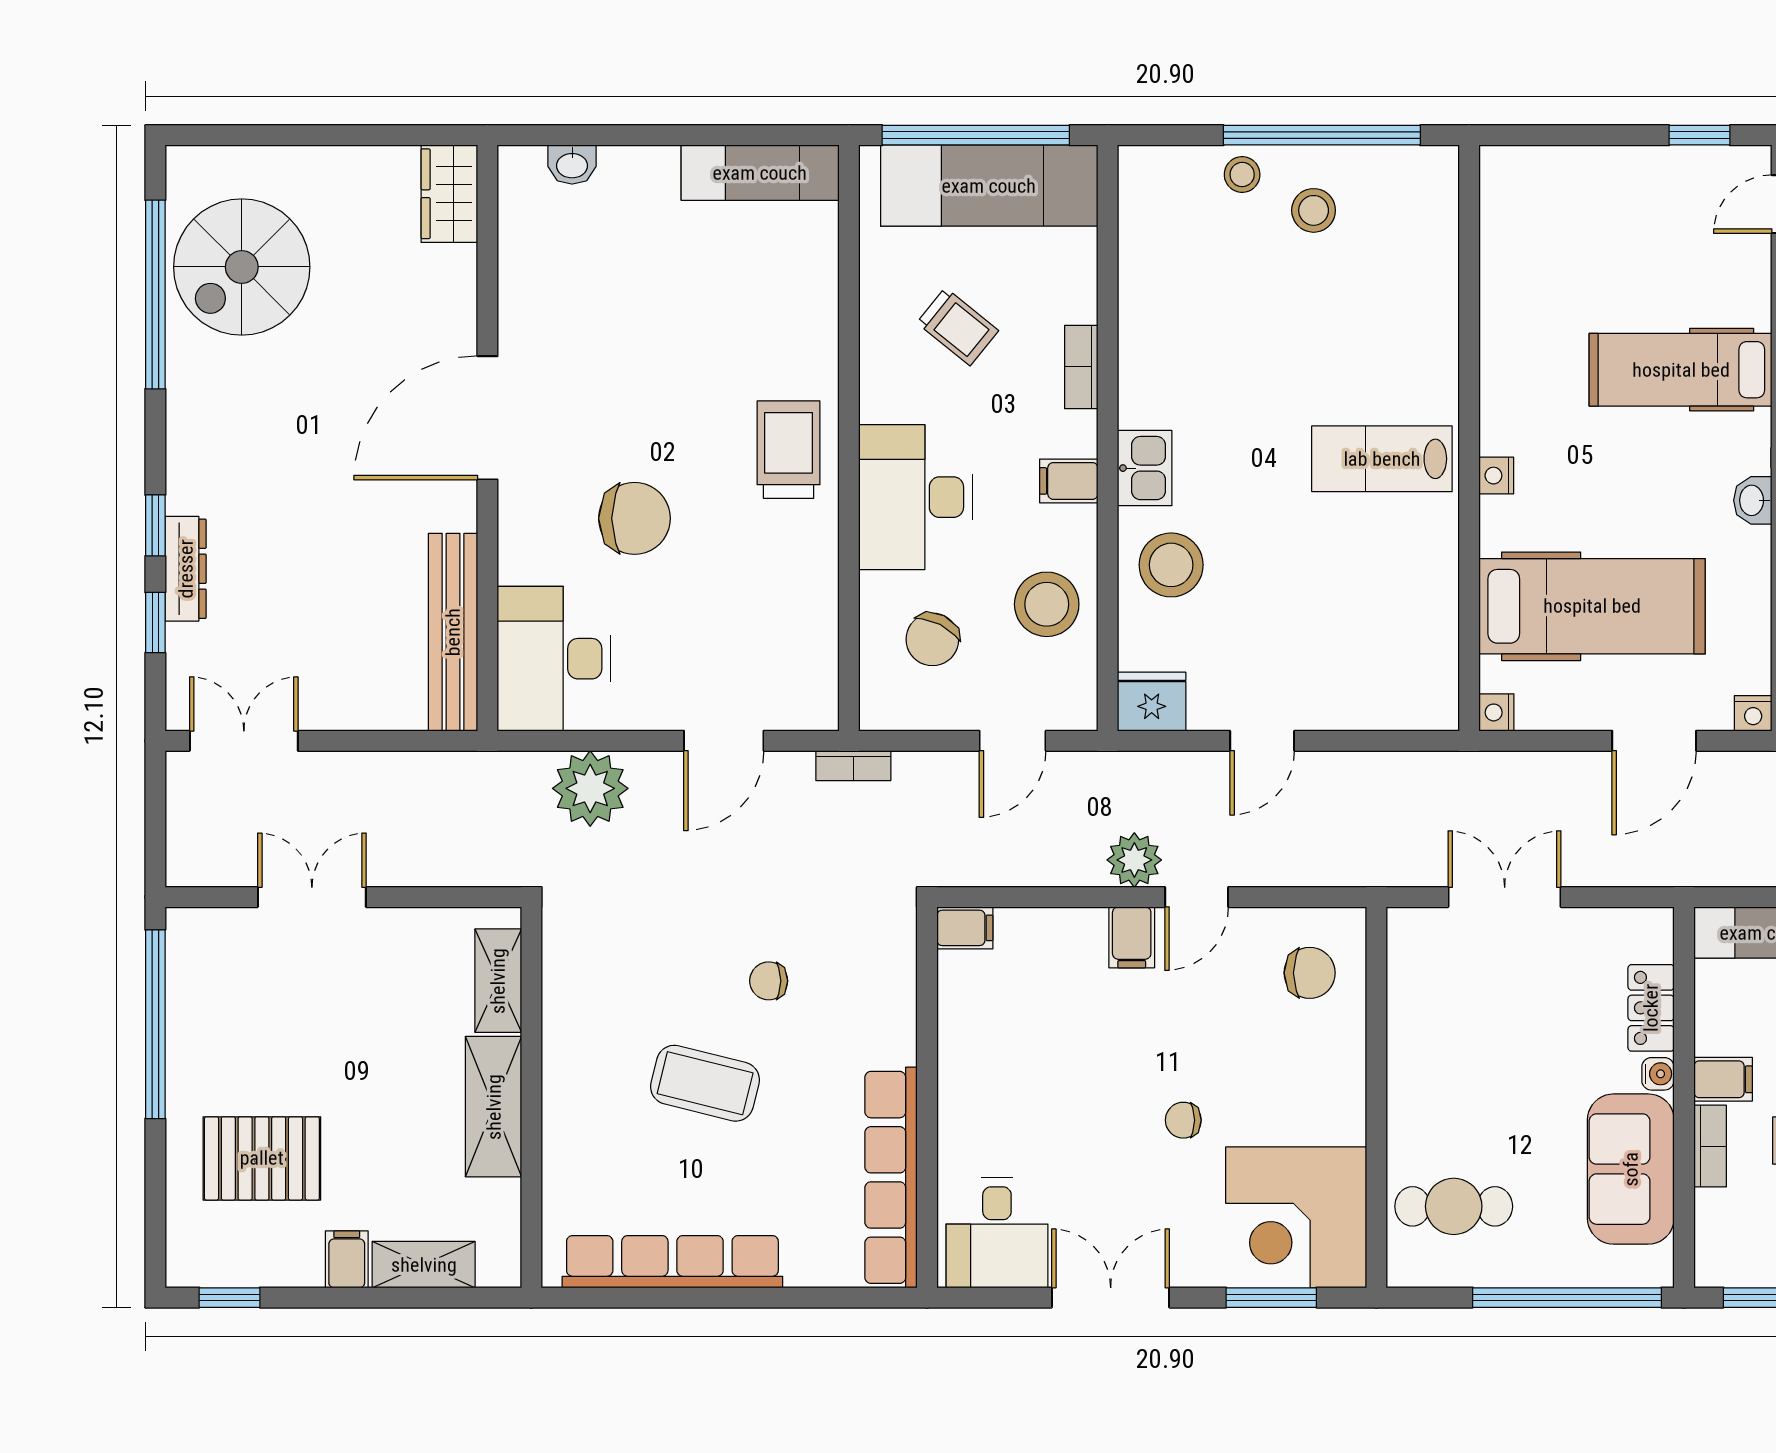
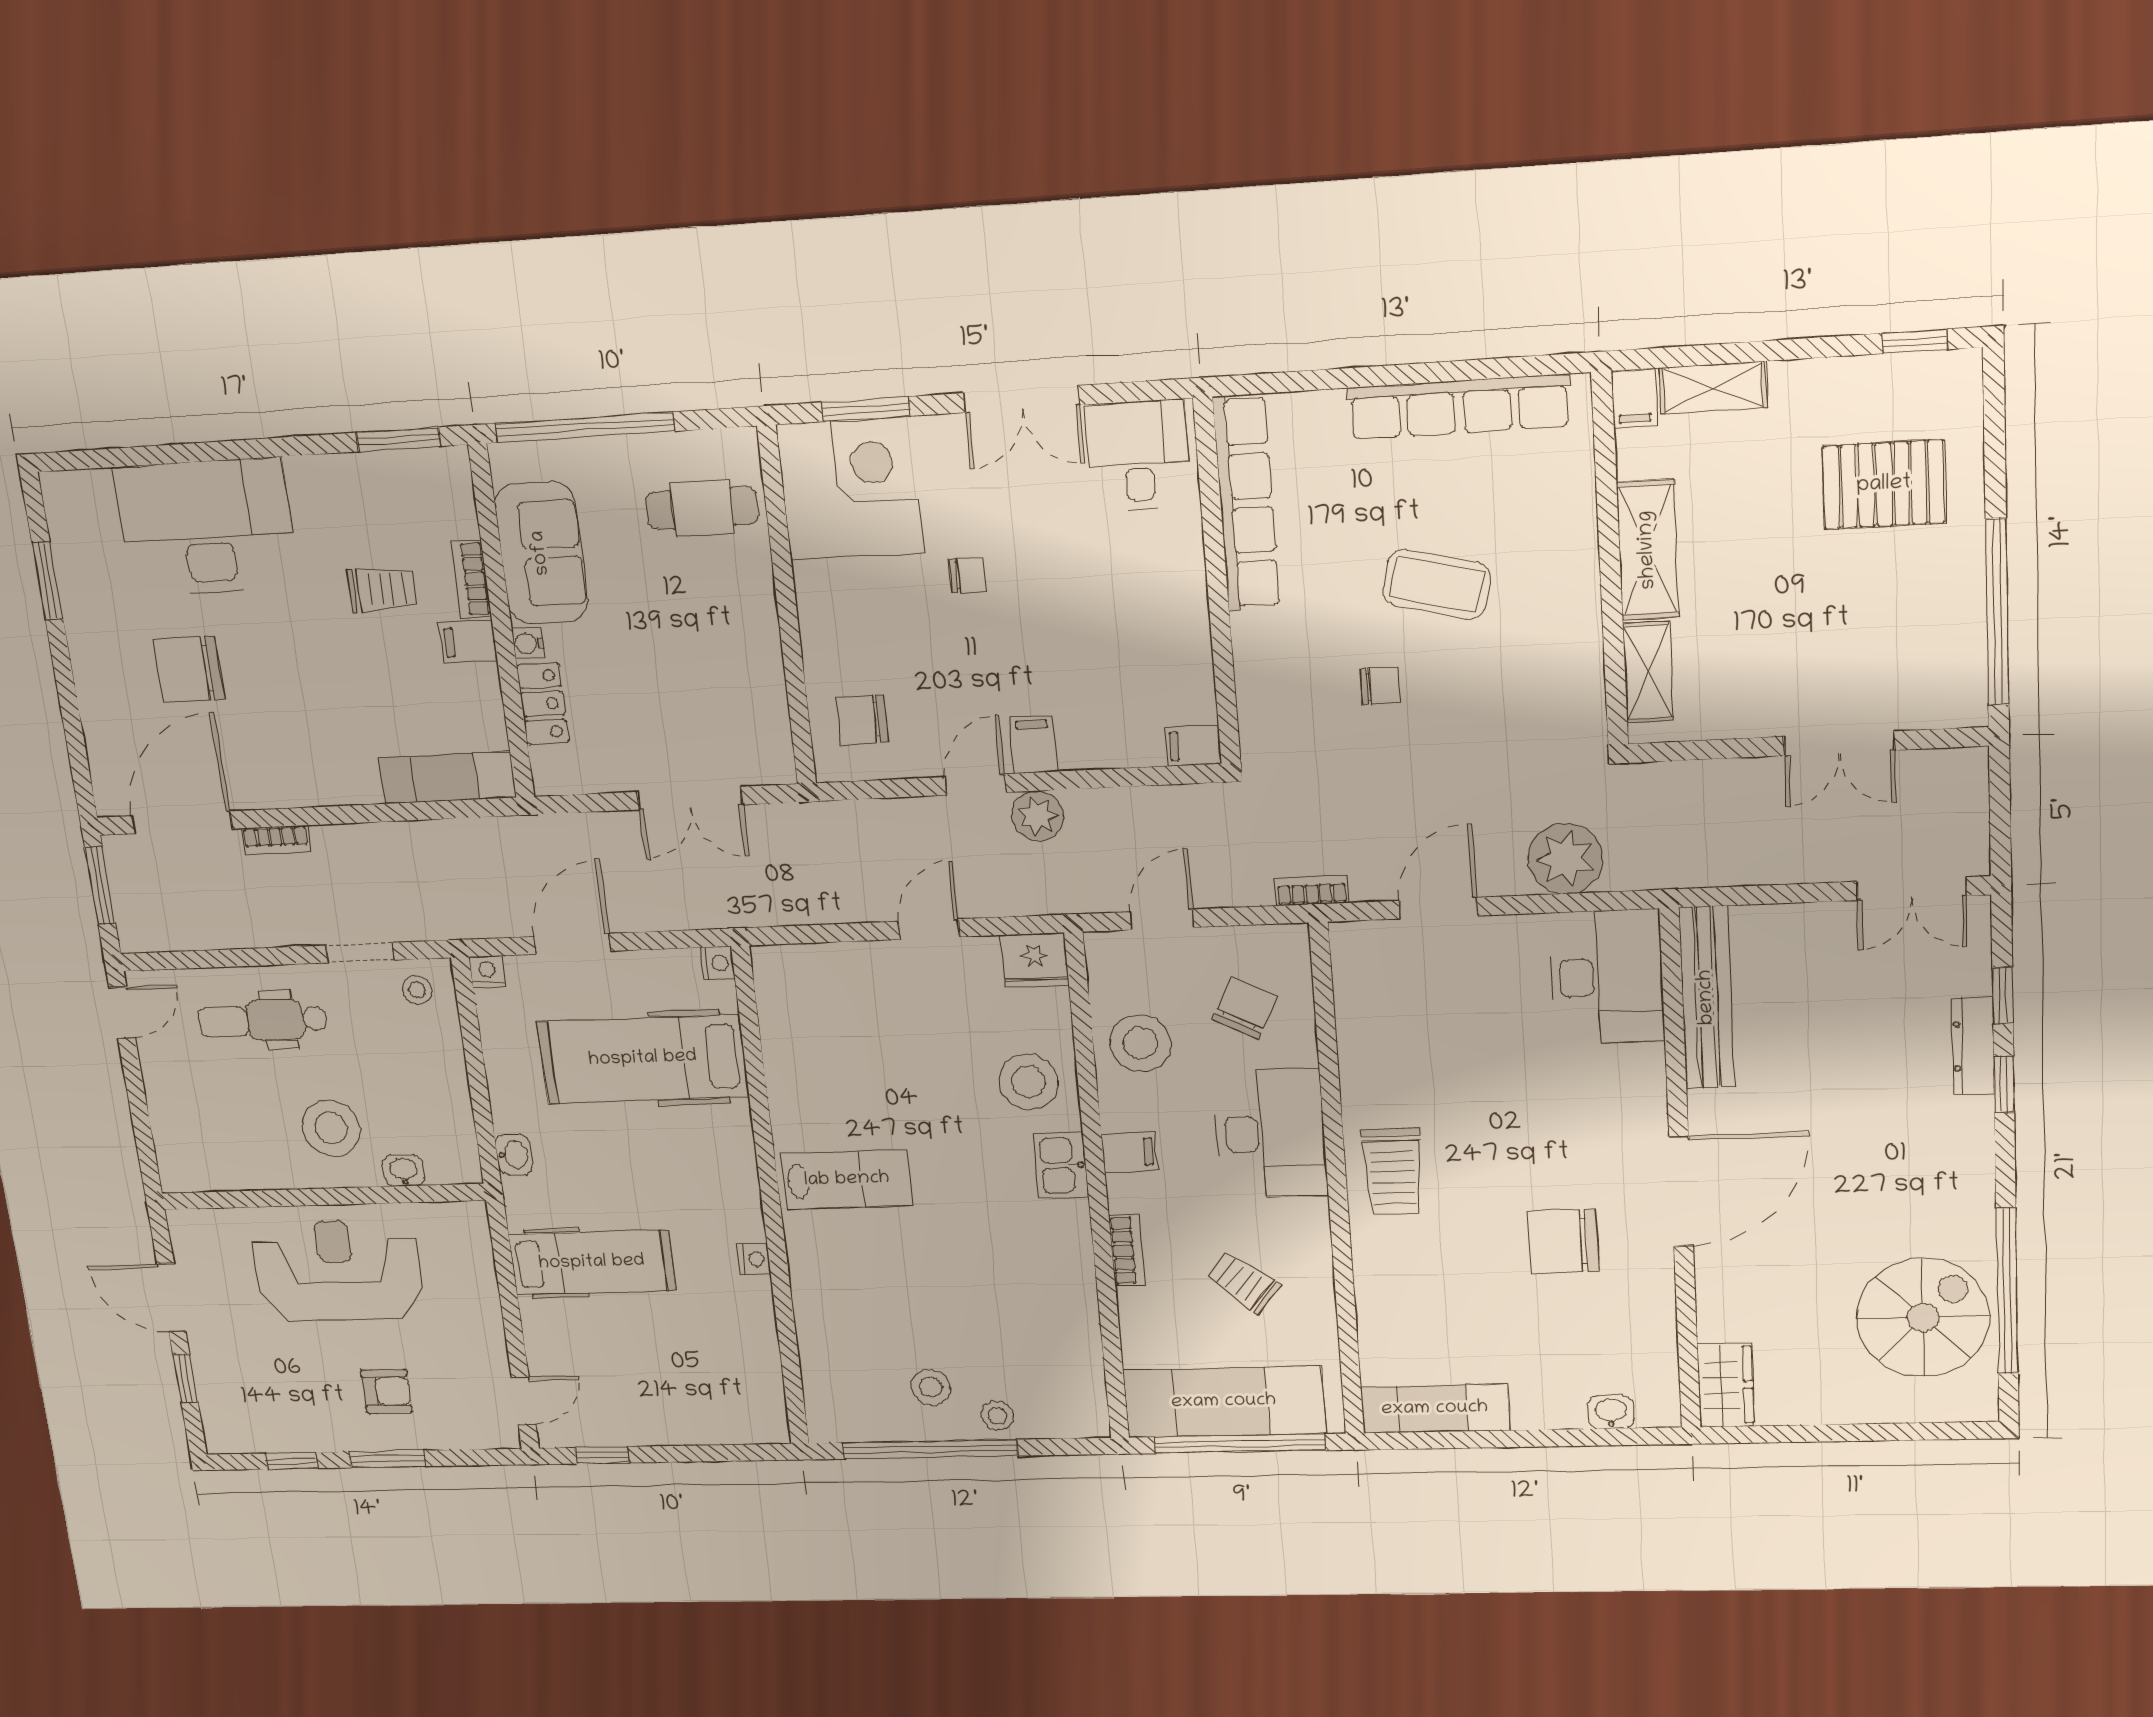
nightstand: (1496, 476) -> (754, 1259), moved
chair: (634, 518) -> (1563, 1241), moved
filing cabinet: (347, 1259) -> (1634, 398), moved

